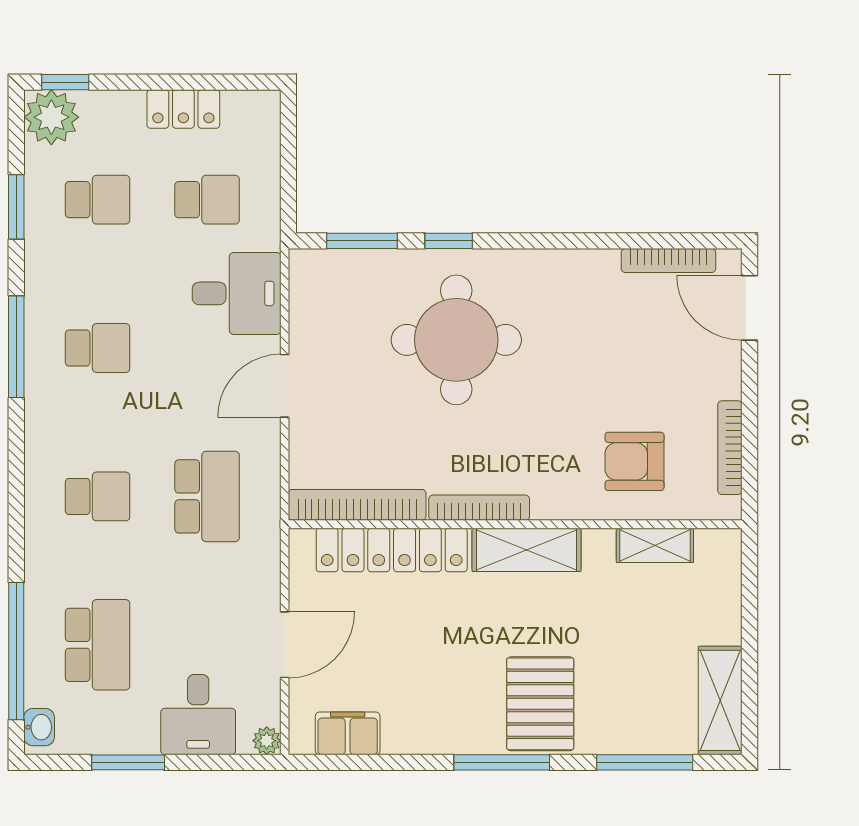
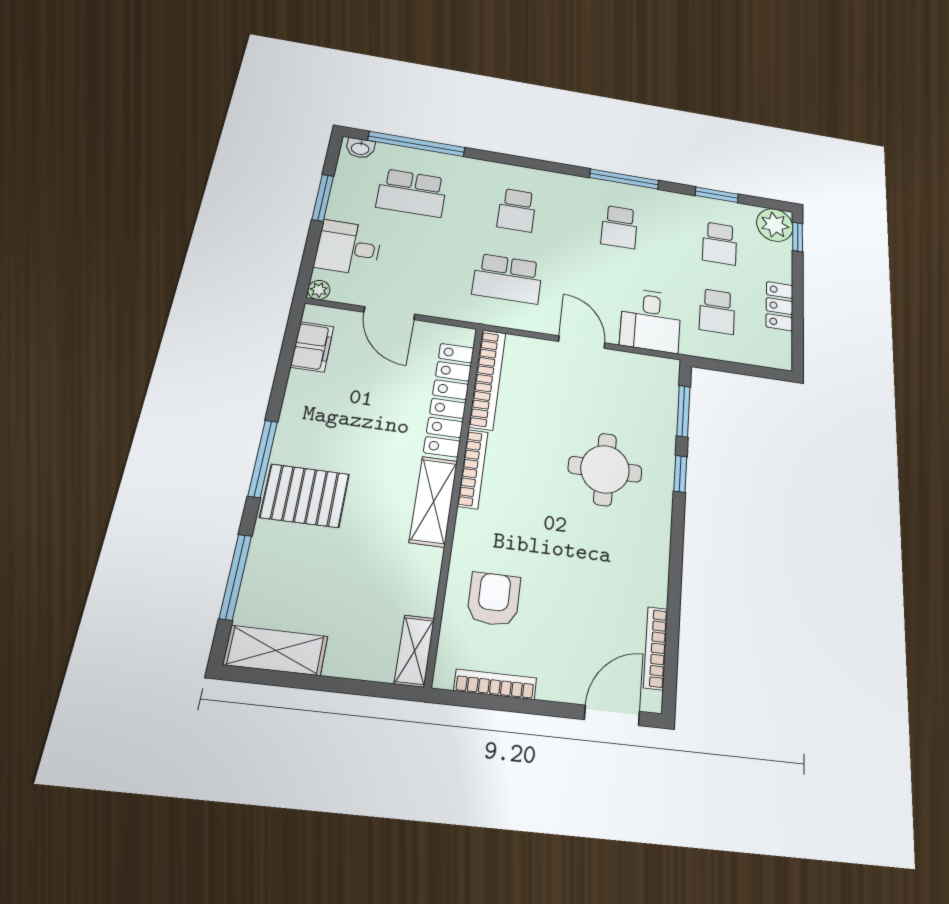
round table: (456, 340) -> (605, 469), width x0.73, depth x0.73
shelving: (655, 545) -> (414, 651), moved

